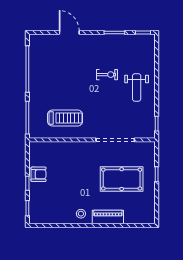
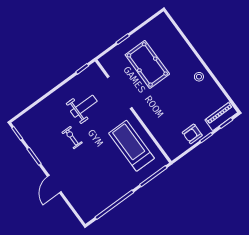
door: (69, 33) -> (54, 184), moved
weight bench: (137, 87) -> (84, 106), moved
treadmill: (65, 118) -> (132, 146), width x1.37, depth x1.38
armchair: (39, 174) -> (192, 134), turned -90
piano: (108, 217) -> (221, 116), moved, turned 90

